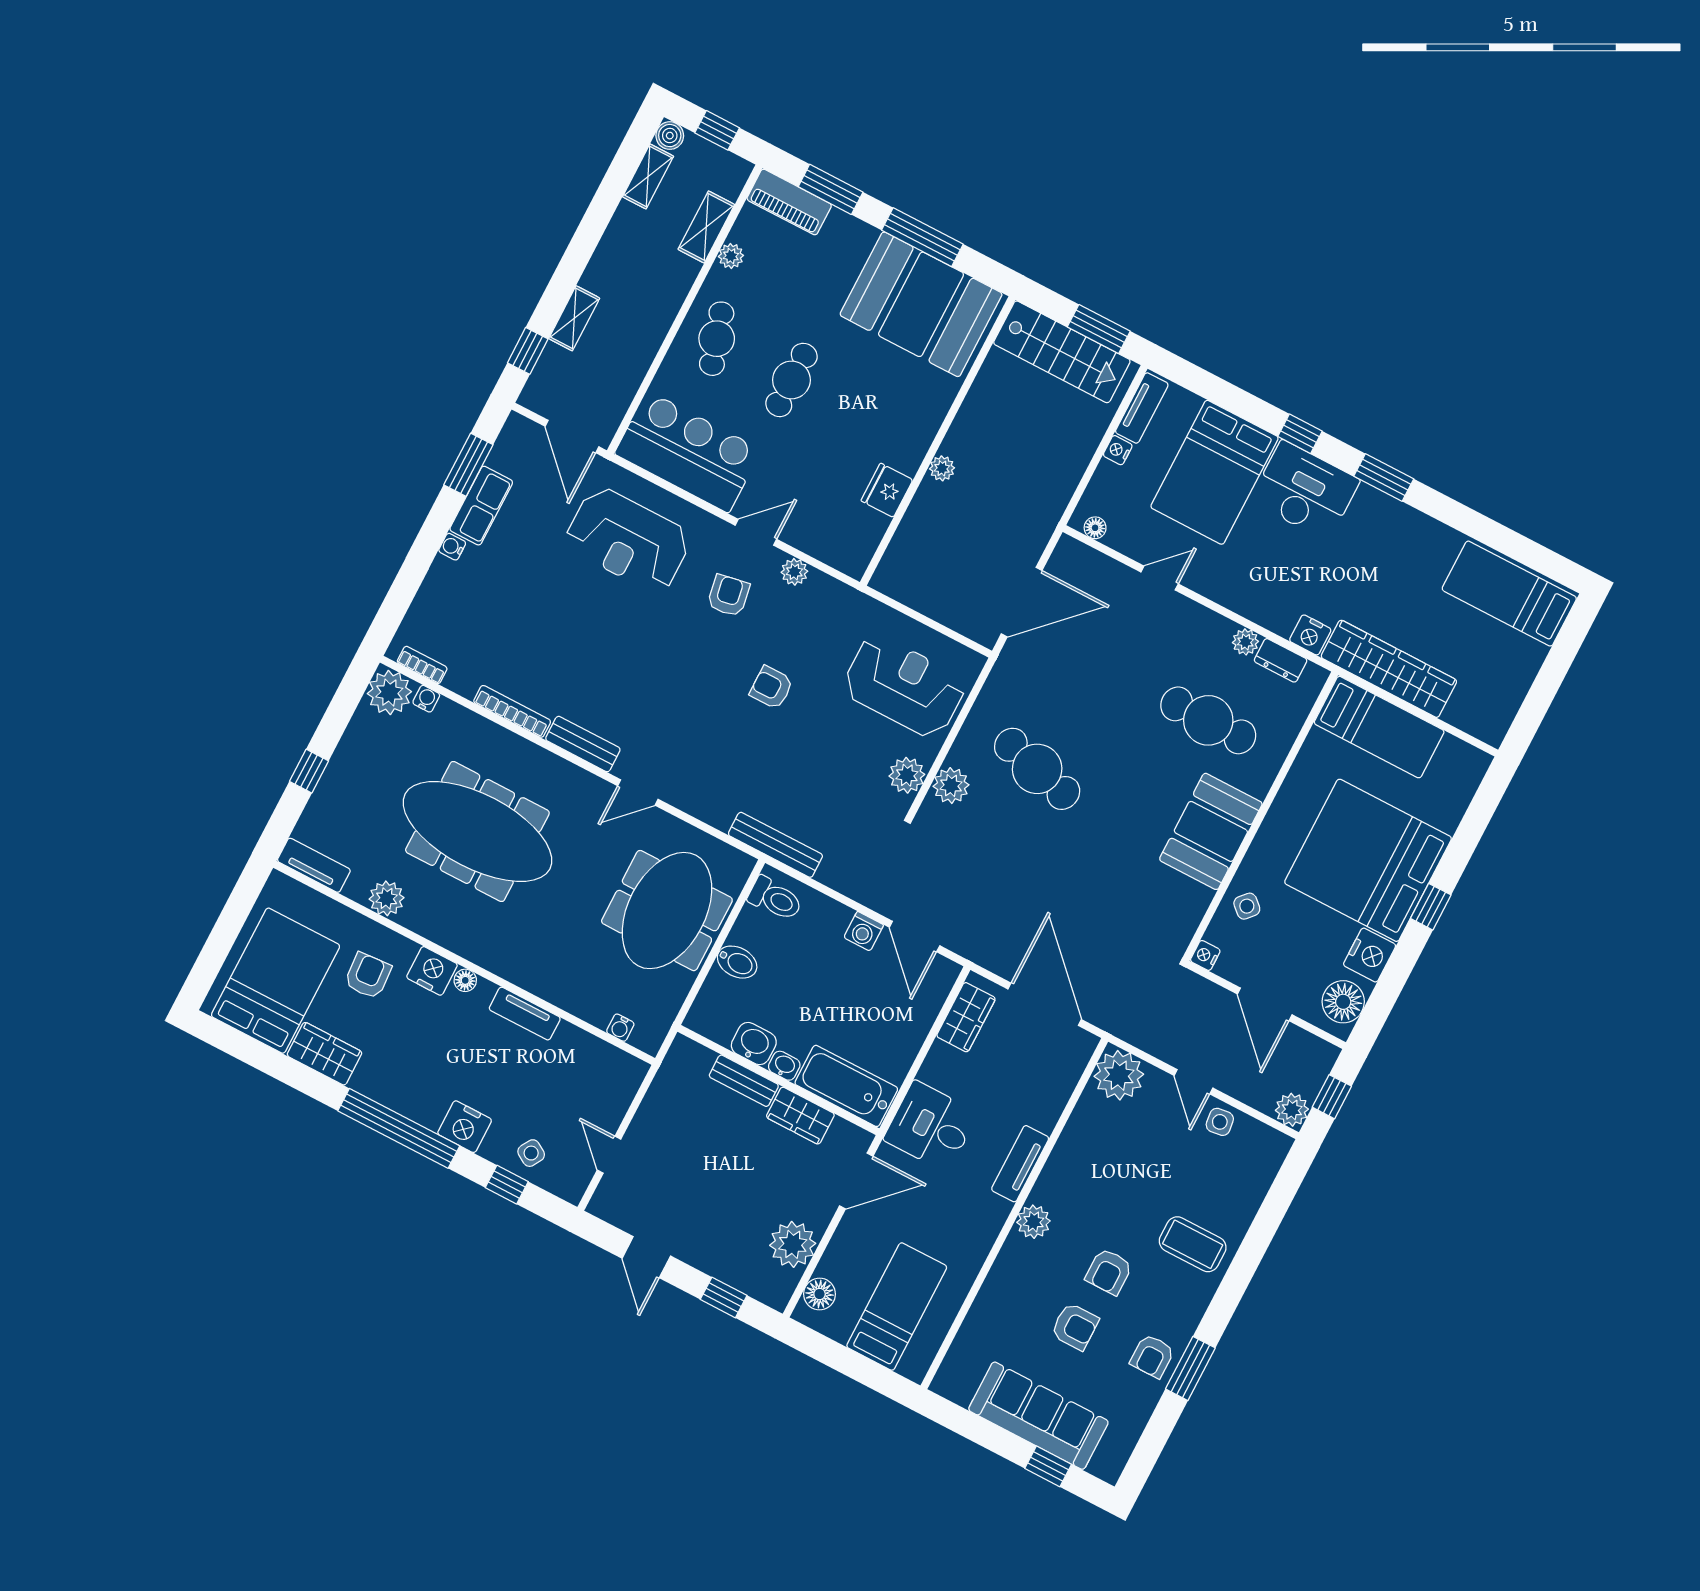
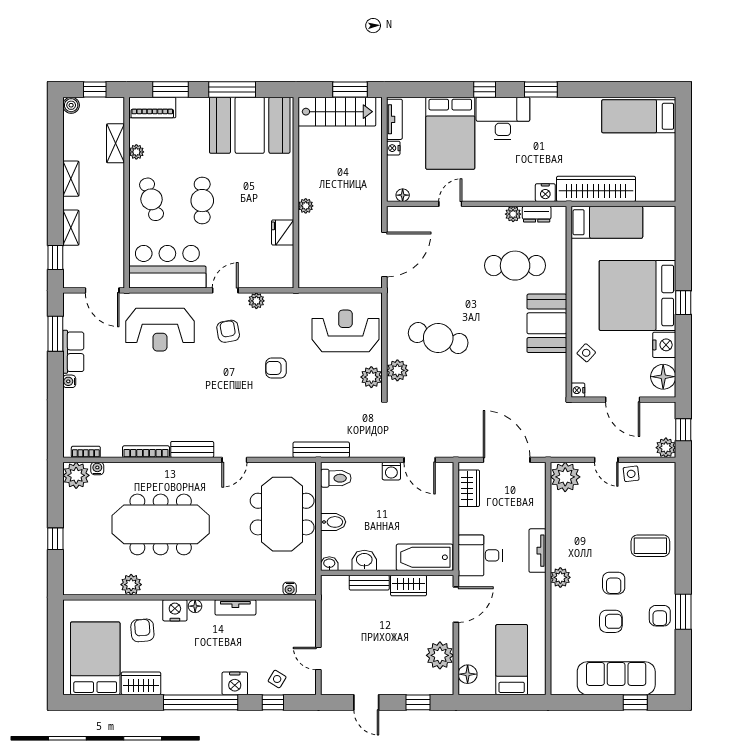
shelving: (648, 176) -> (71, 179), moved
tv unit: (314, 865) -> (84, 587), removed
washbasin: (784, 1066) -> (329, 564), moved

